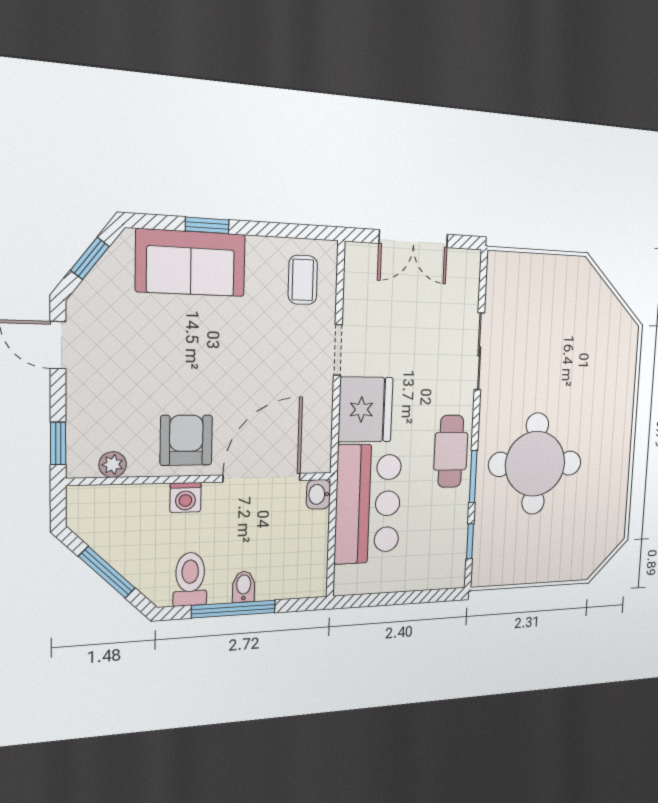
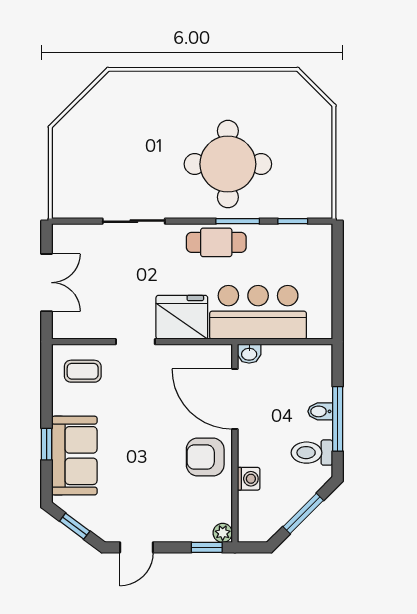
plant: (113, 465) -> (223, 533), moved
washing machine: (185, 497) -> (249, 479), moved

